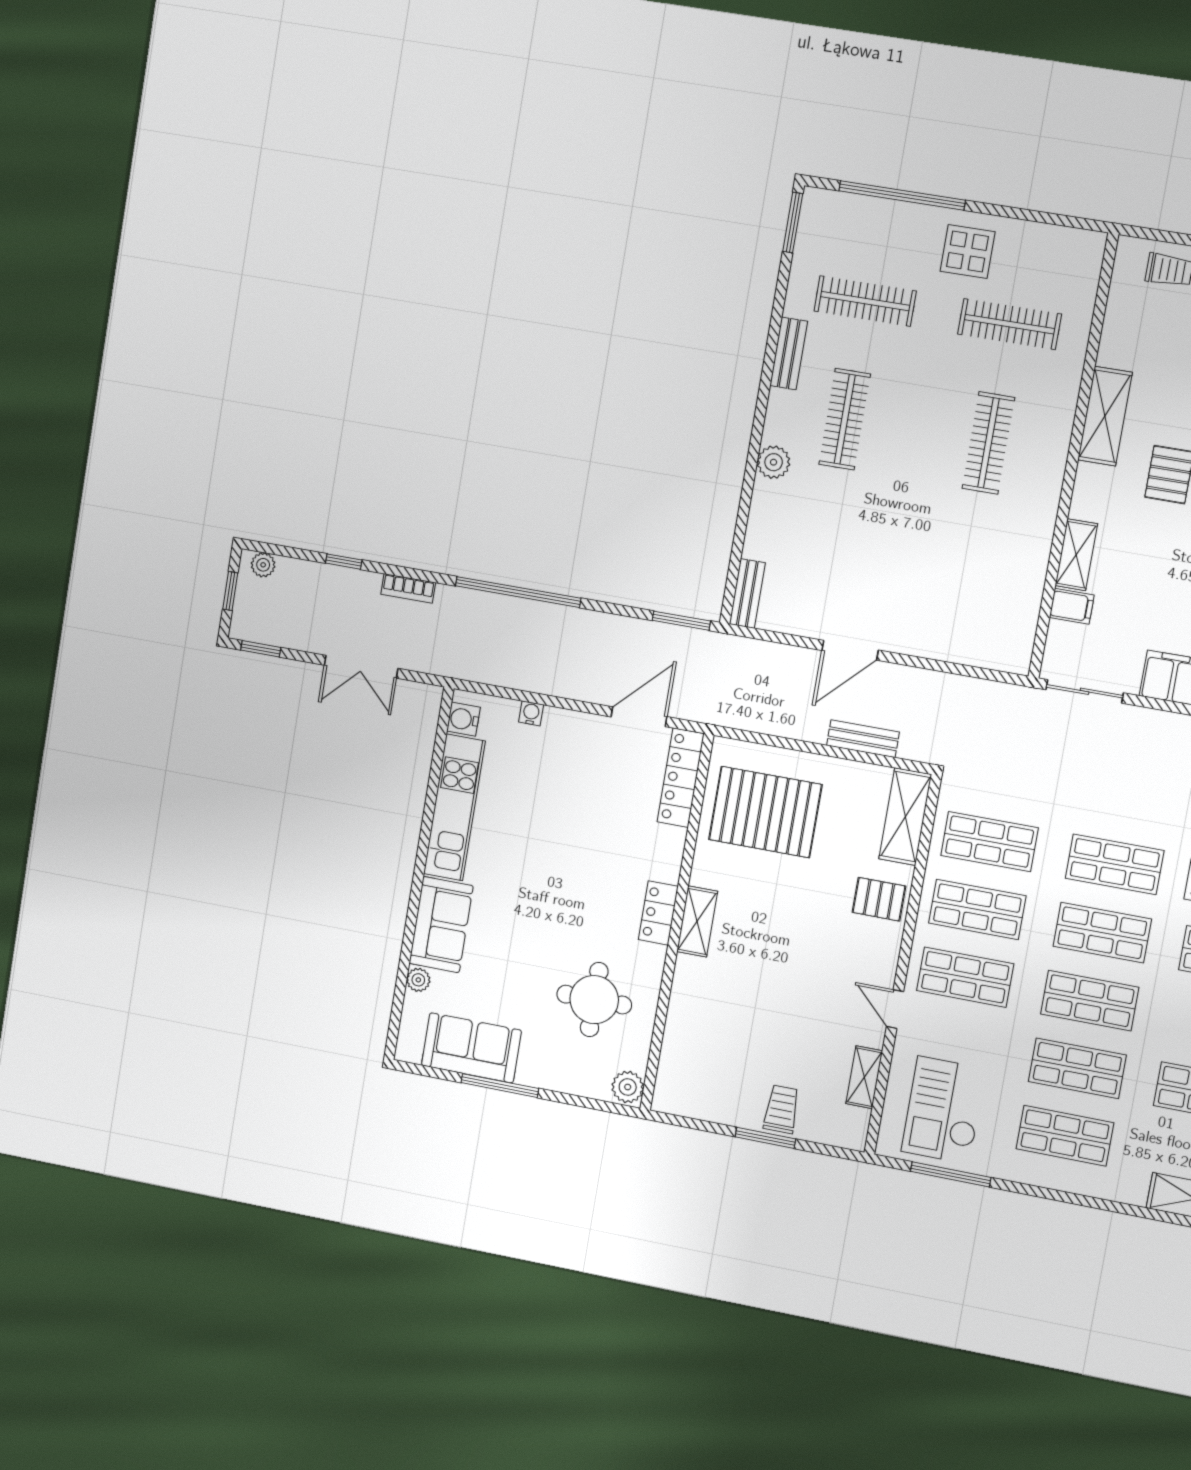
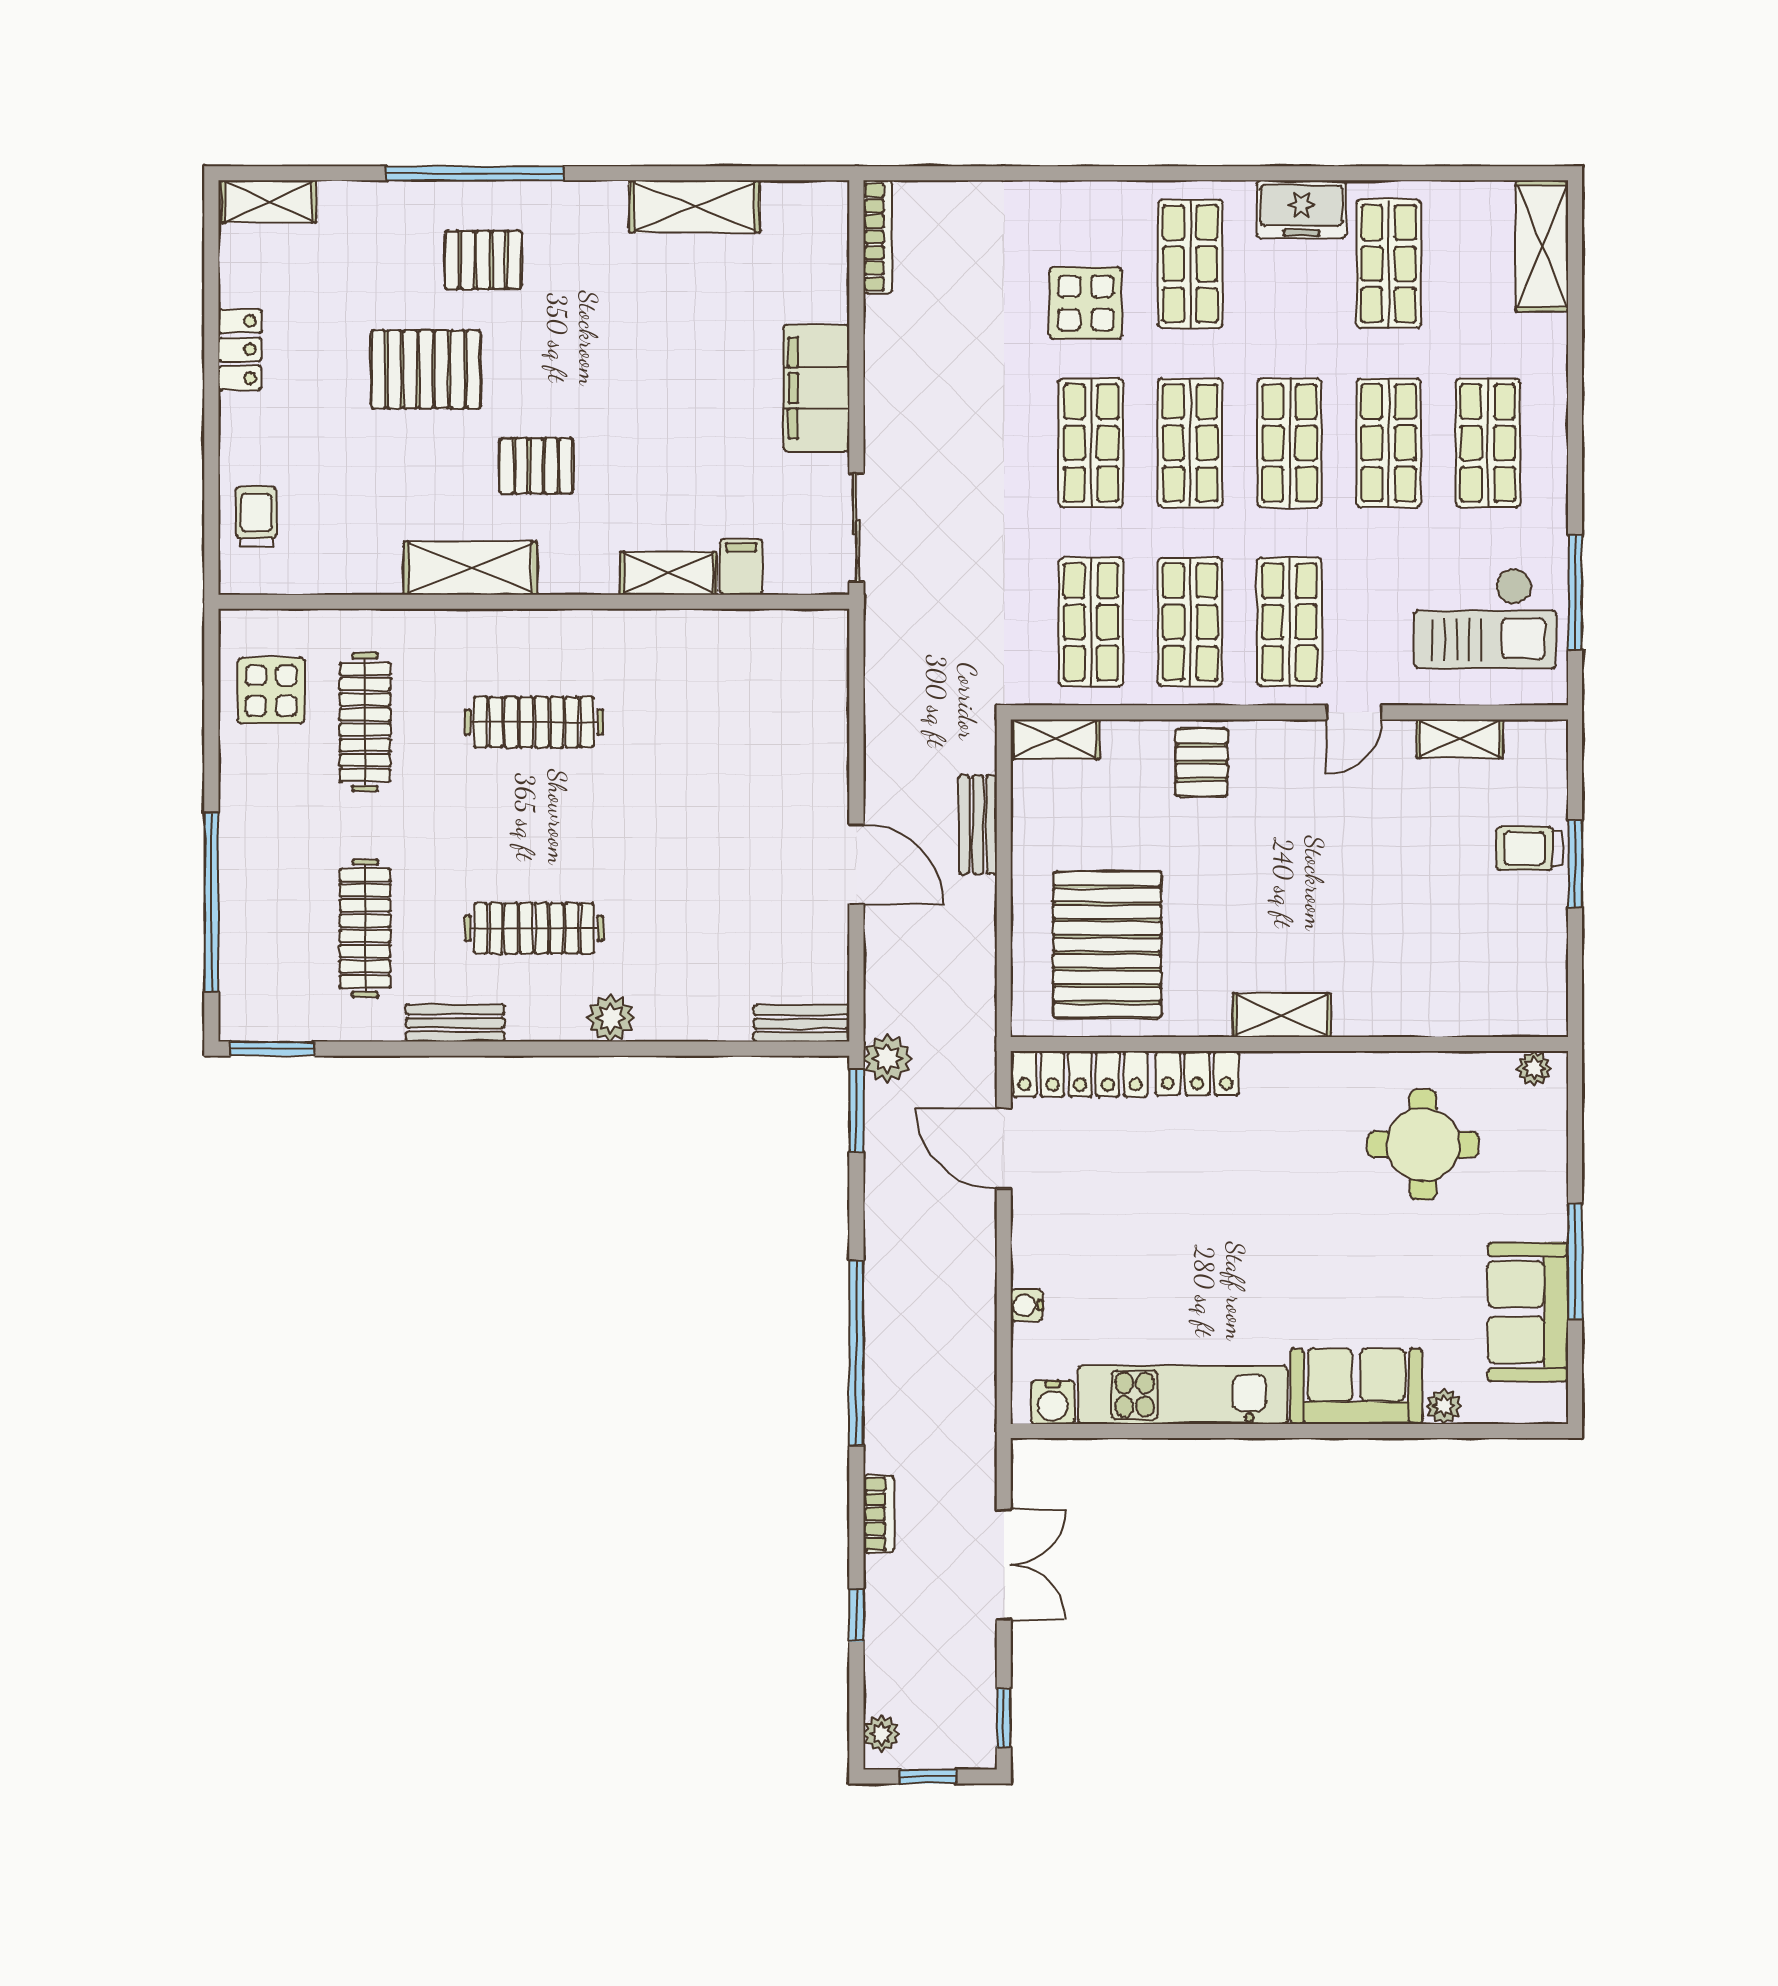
display table: (968, 251) -> (271, 691), moved
plant: (713, 648) -> (887, 1059), added
shelving: (905, 817) -> (1055, 739), width x0.67, depth x0.75
locker: (658, 913) -> (1197, 1073), moved
plant: (628, 1087) -> (1534, 1068), width x0.73, depth x0.73

